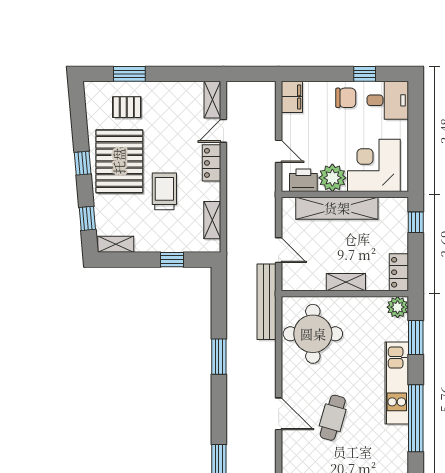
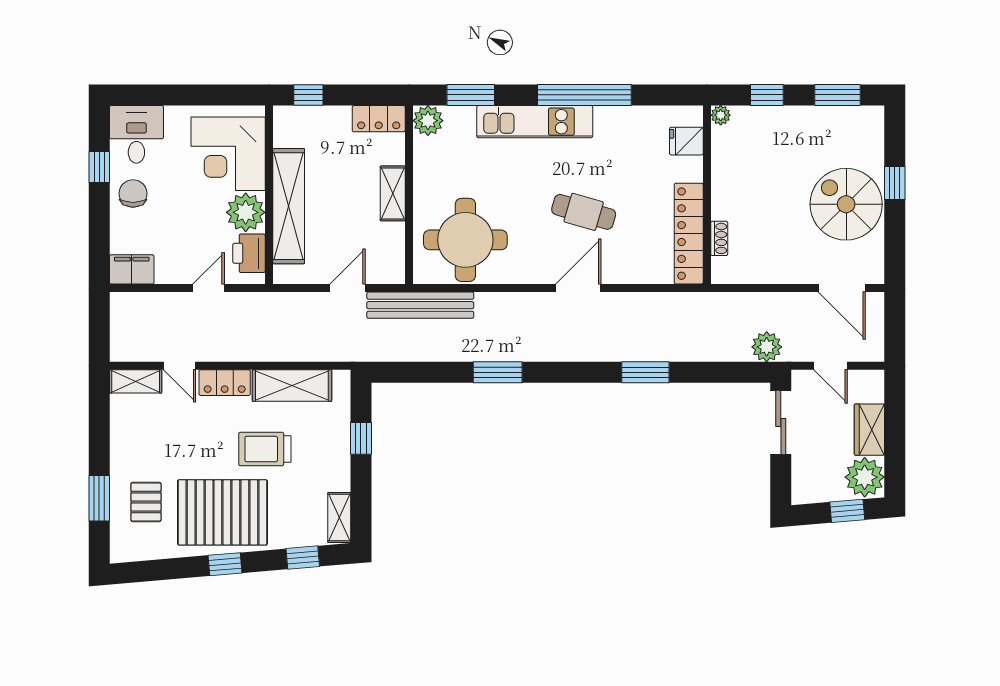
shelving: (212, 220) -> (292, 386), width x1.50, depth x1.33

